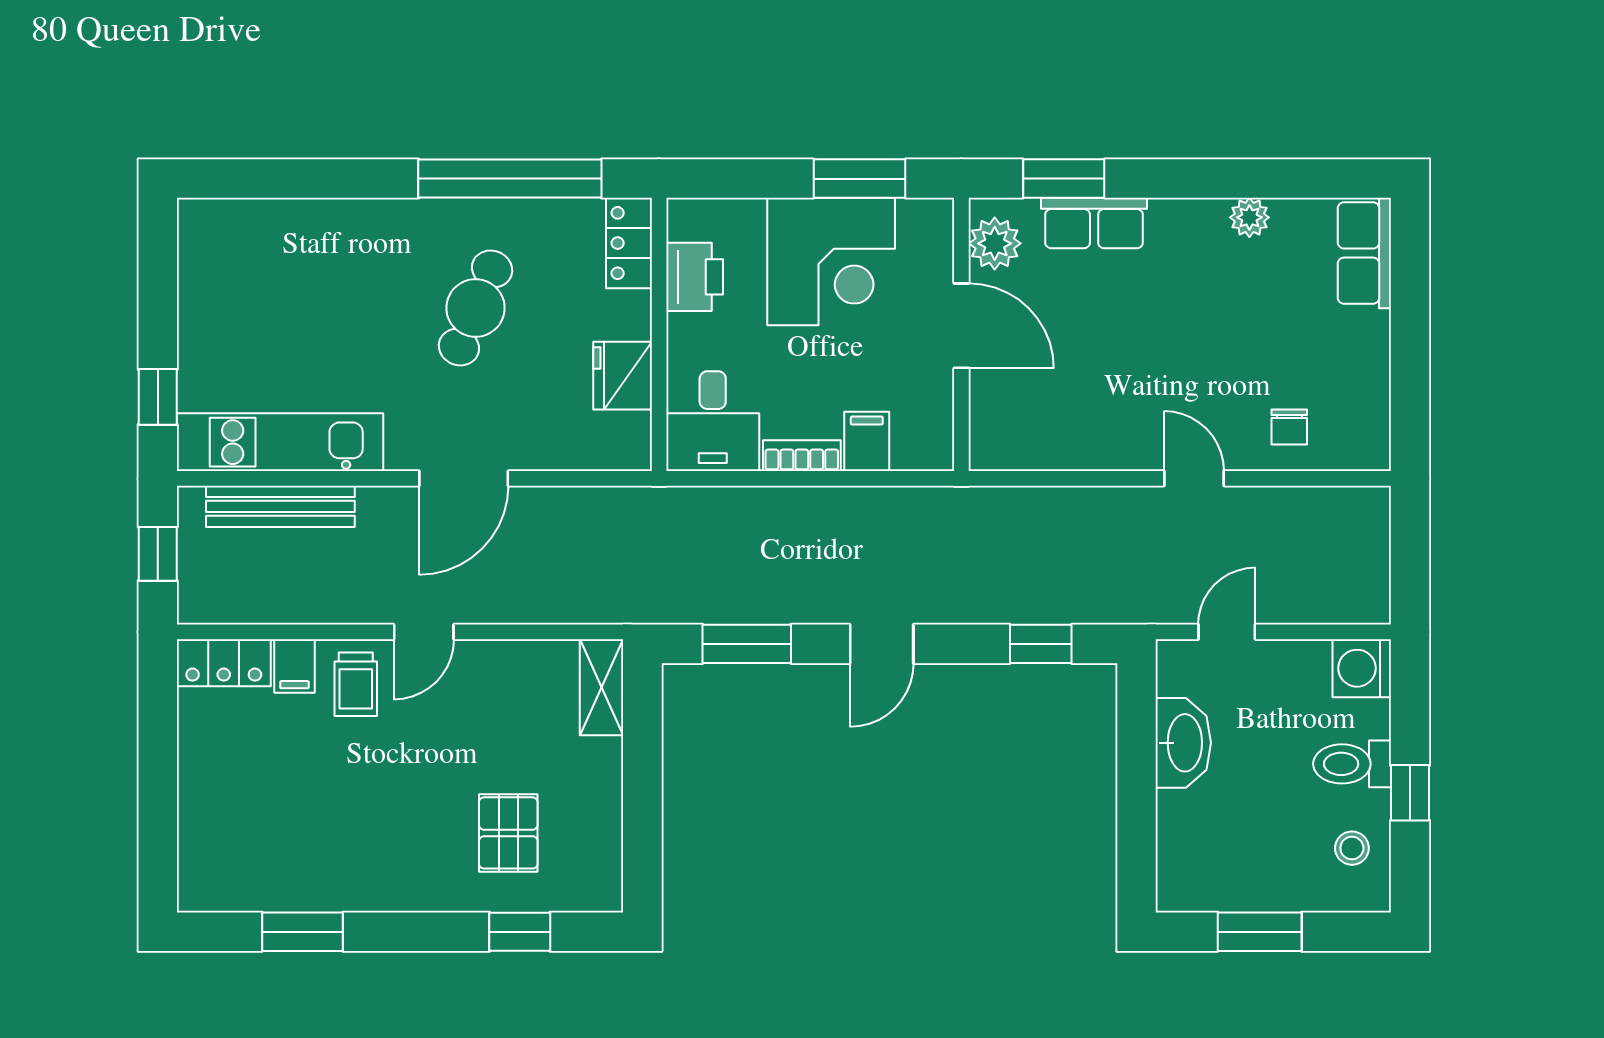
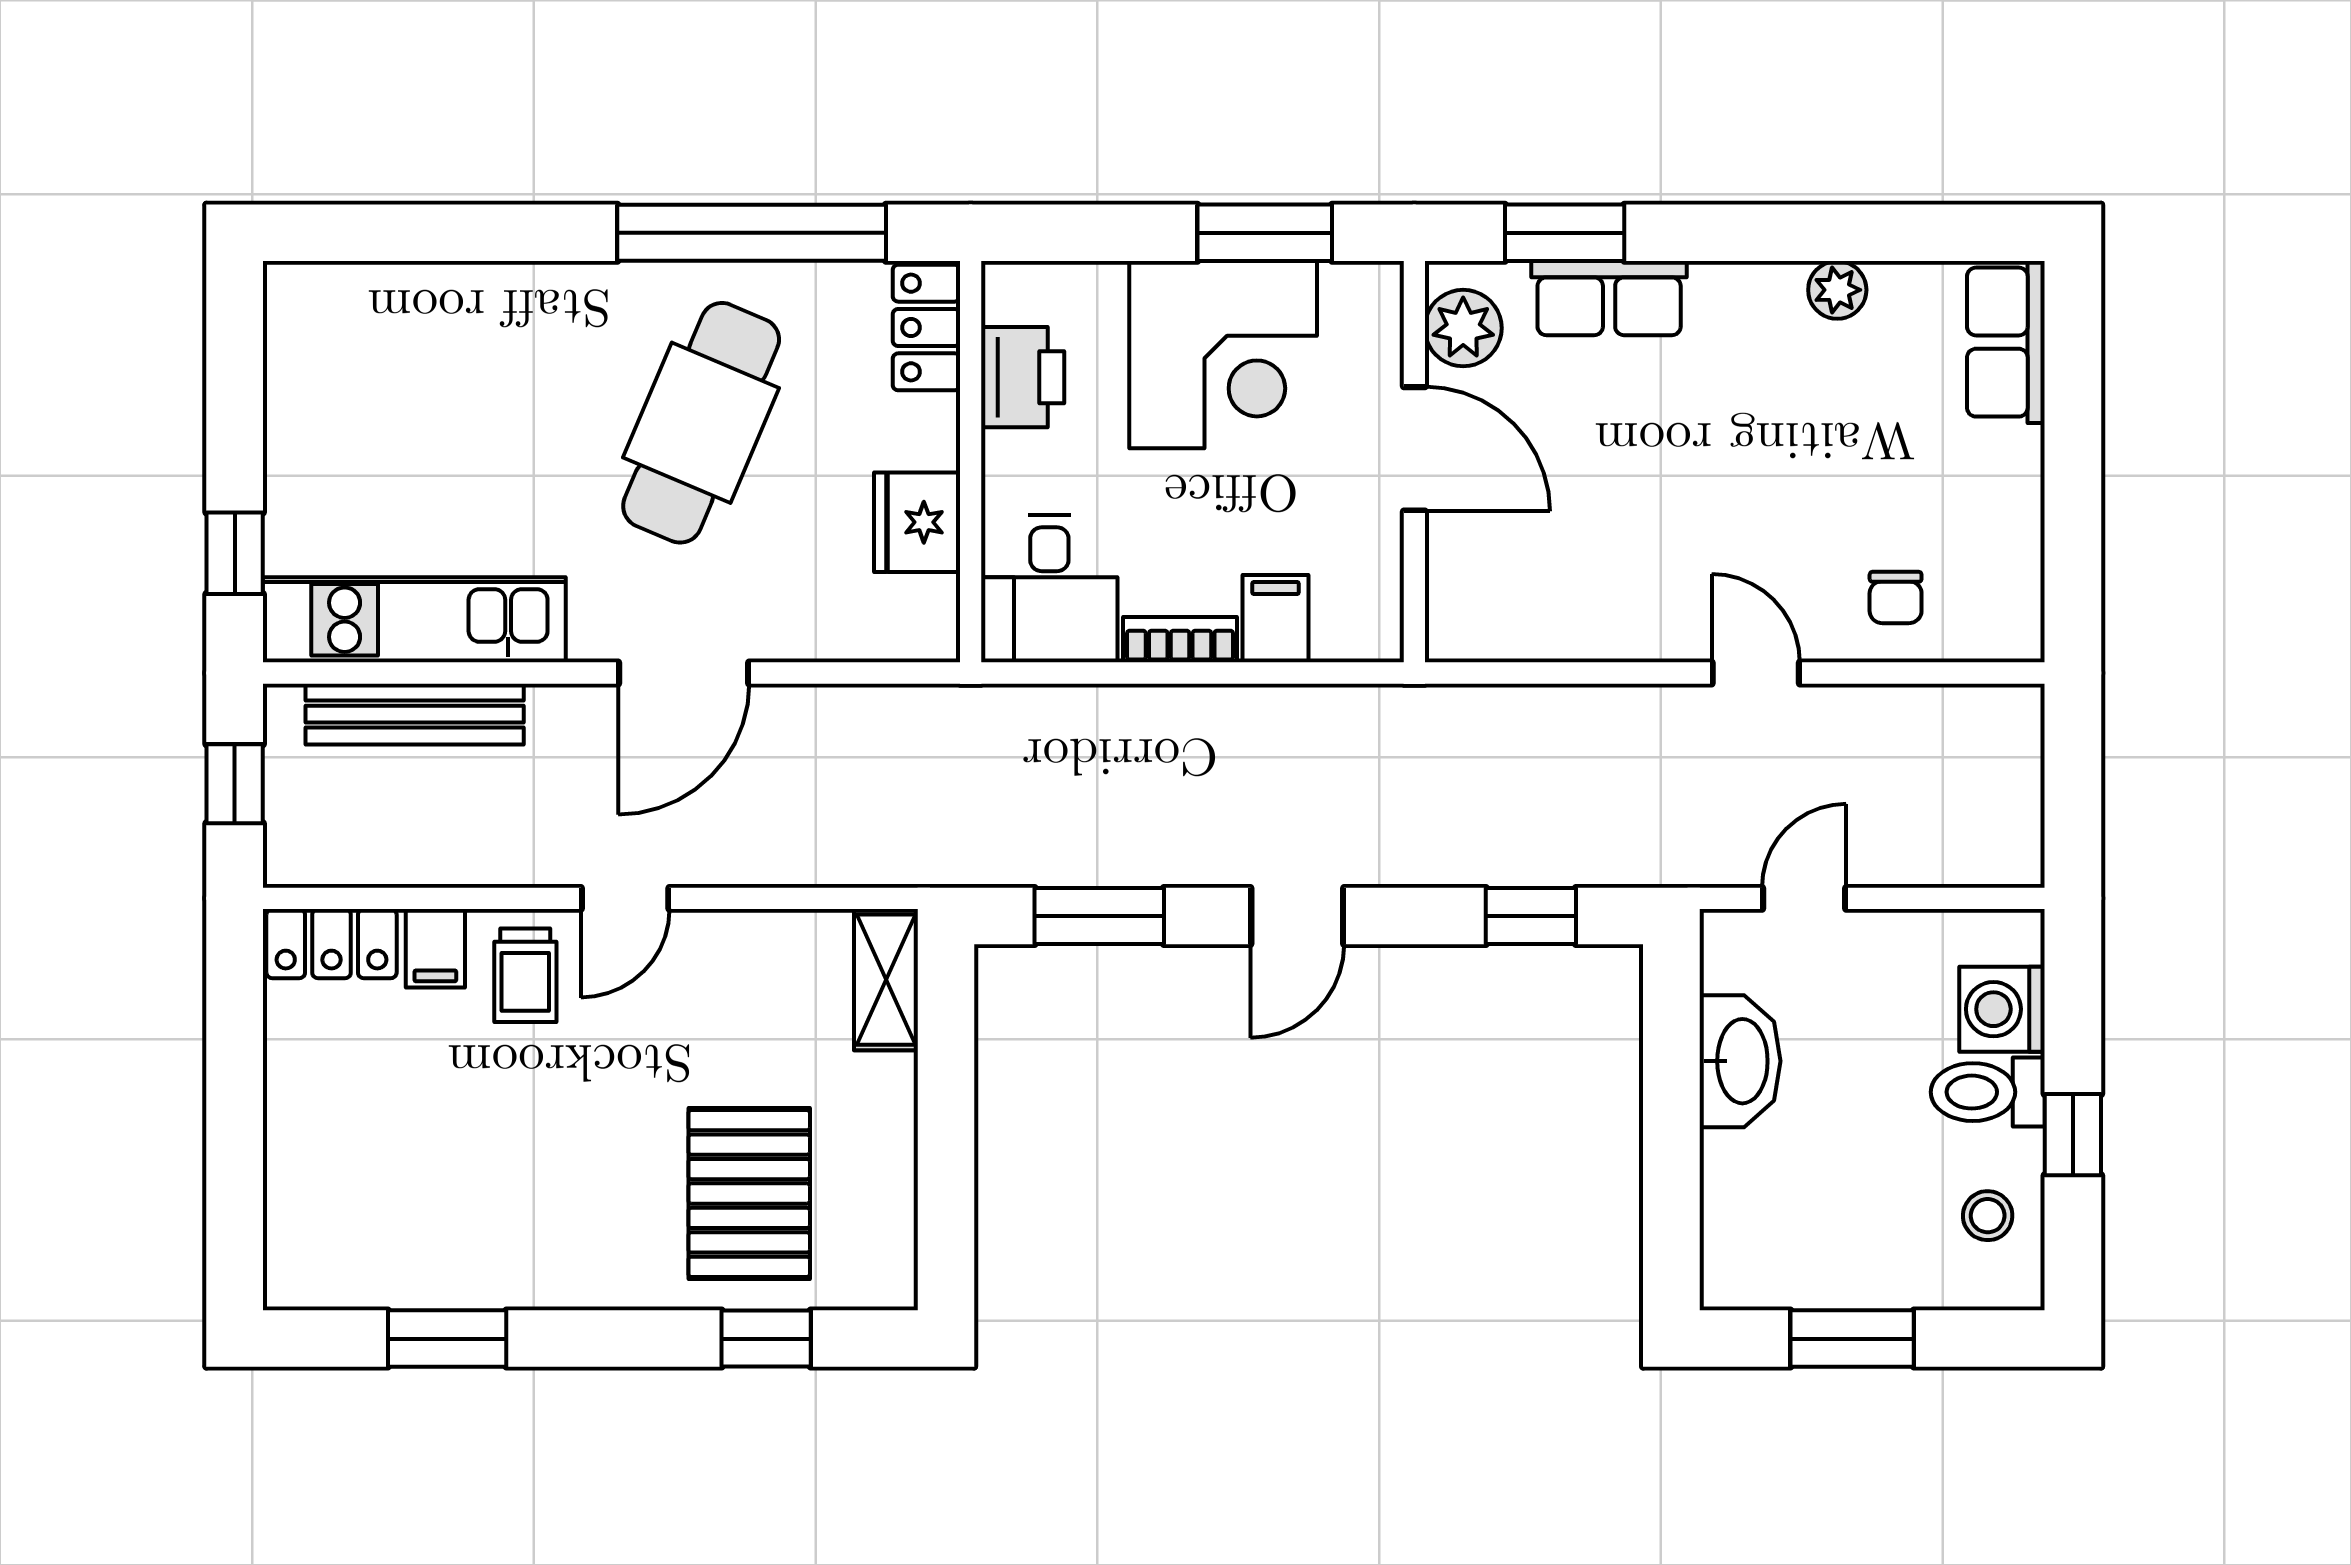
cafe table: (476, 308) -> (701, 423), width x1.37, depth x1.35
washing machine: (1362, 668) -> (2002, 1009), moved
pallet: (508, 833) -> (749, 1194), width x1.50, depth x1.42

